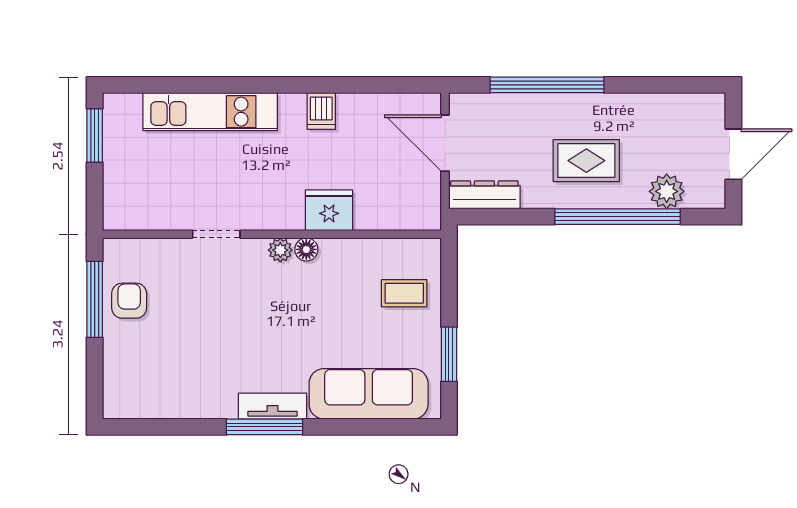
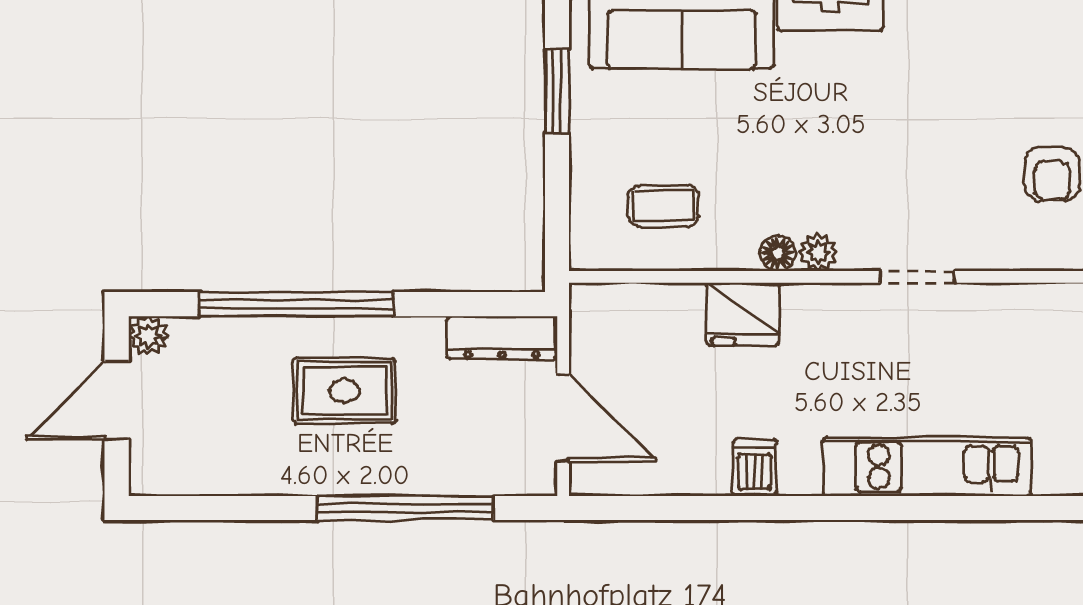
plant: (667, 191) -> (148, 336), moved, width x0.73, depth x0.73
coffee table: (404, 293) -> (663, 206), moved

